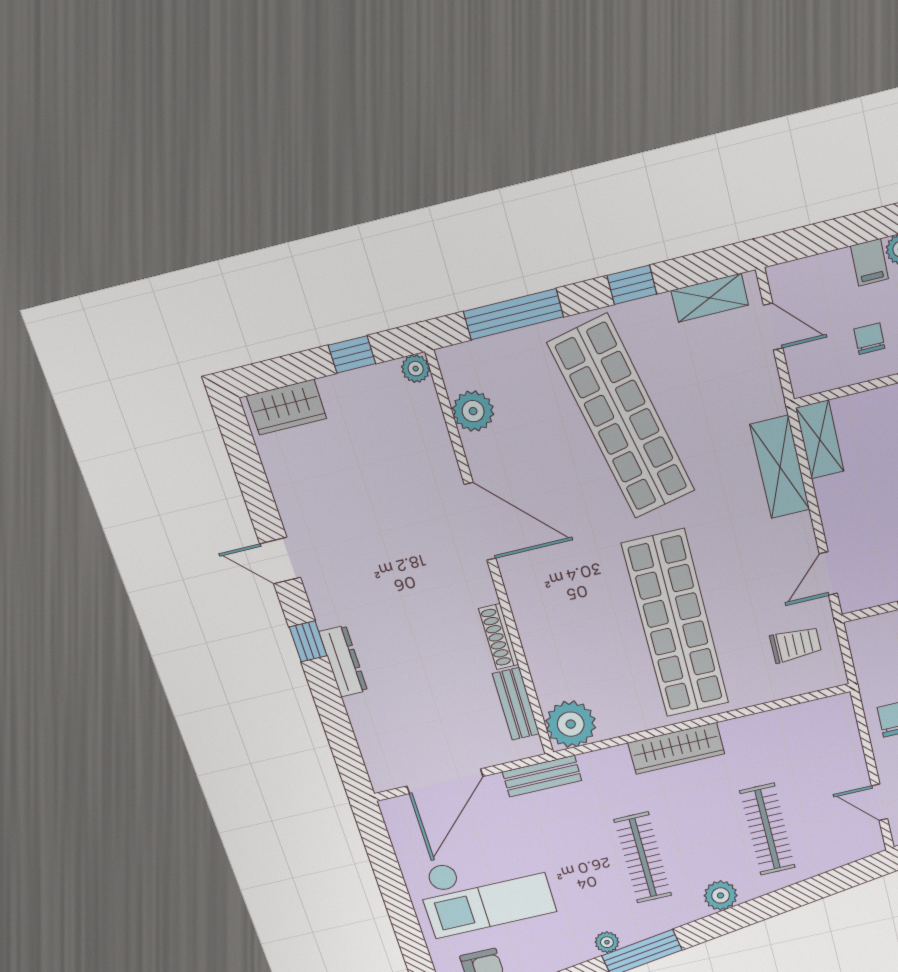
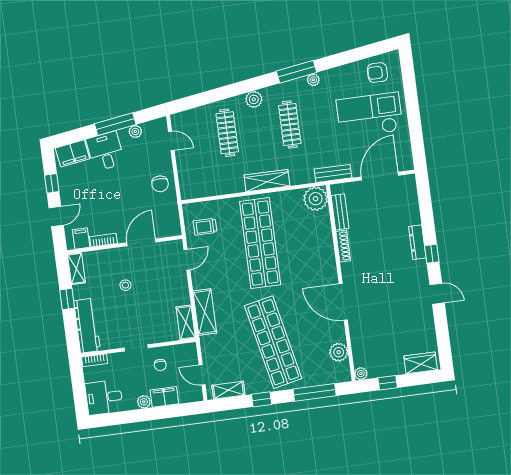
filing cabinet: (870, 262) -> (164, 397), width x2.00

